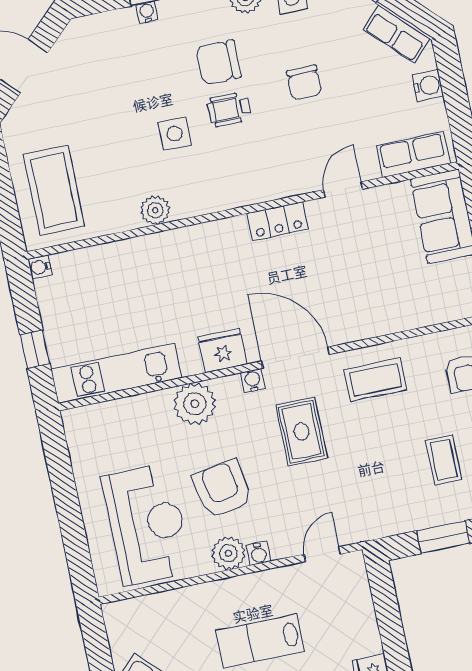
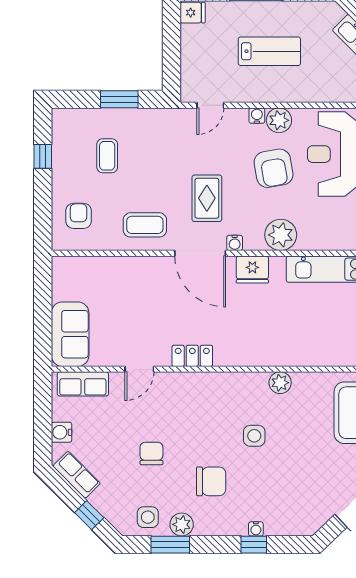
wheelchair: (229, 109) -> (211, 445), removed

